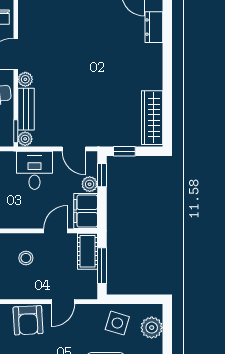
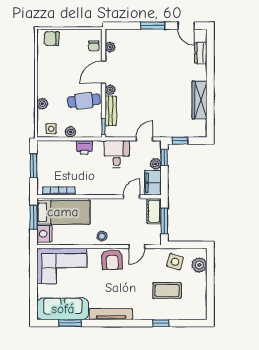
wardrobe: (152, 118) -> (200, 100), moved
plant: (25, 139) -> (110, 47), moved
door: (74, 149) -> (144, 139), swing flipped
stool: (26, 258) -> (102, 236), moved

